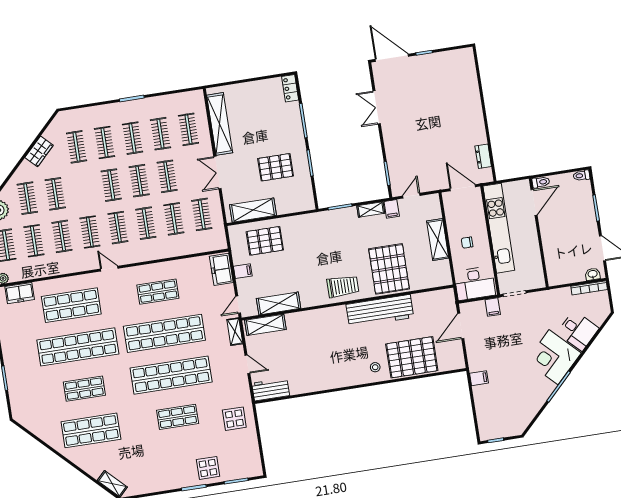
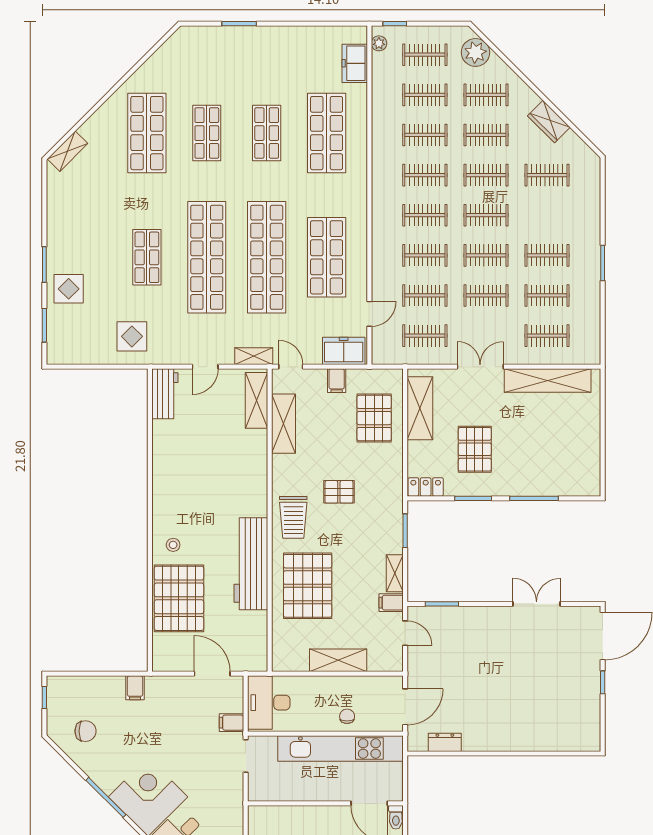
locker: (290, 88) -> (426, 487), moved
clothes rail: (105, 142) -> (486, 175), moved
chair: (467, 243) -> (347, 716), moved
pallet: (320, 257) -> (339, 492), added
door: (109, 269) -> (369, 314), moved
pallet: (389, 269) -> (308, 586), turned 90
shop shelf: (158, 292) -> (327, 257), width x1.43, depth x1.36
shop shelf: (78, 347) -> (267, 133), width x0.50, depth x0.74
chair: (515, 408) -> (85, 731), added

